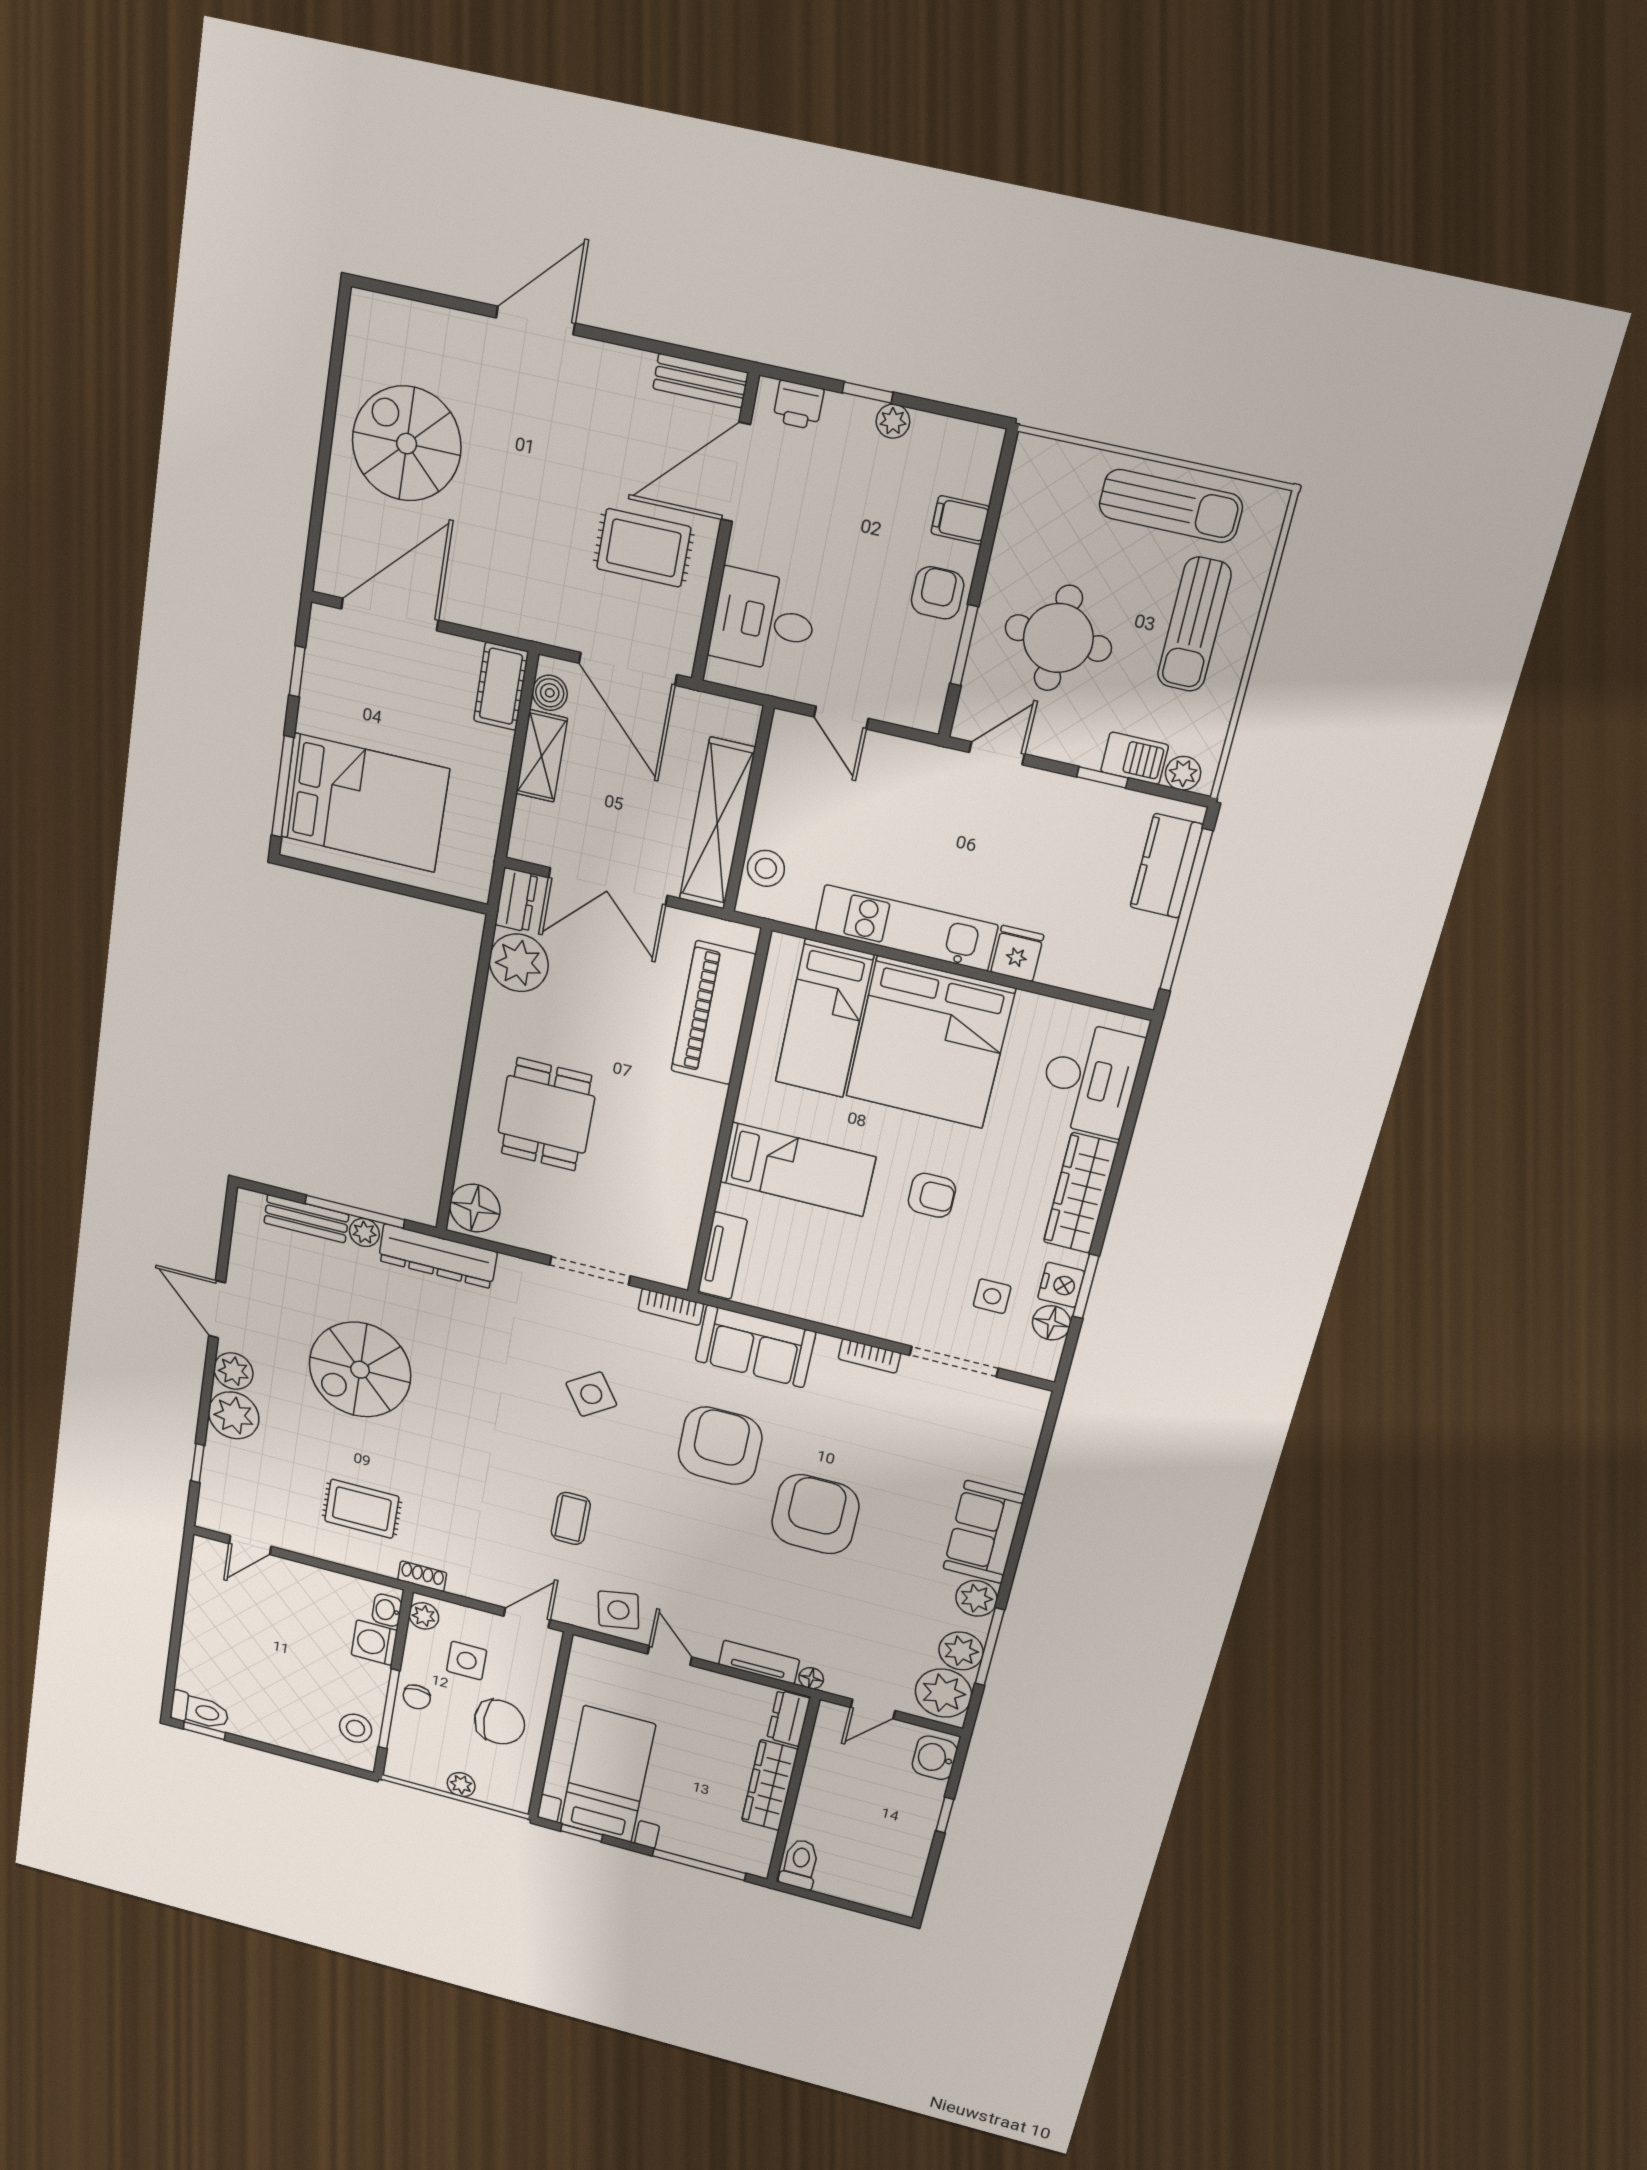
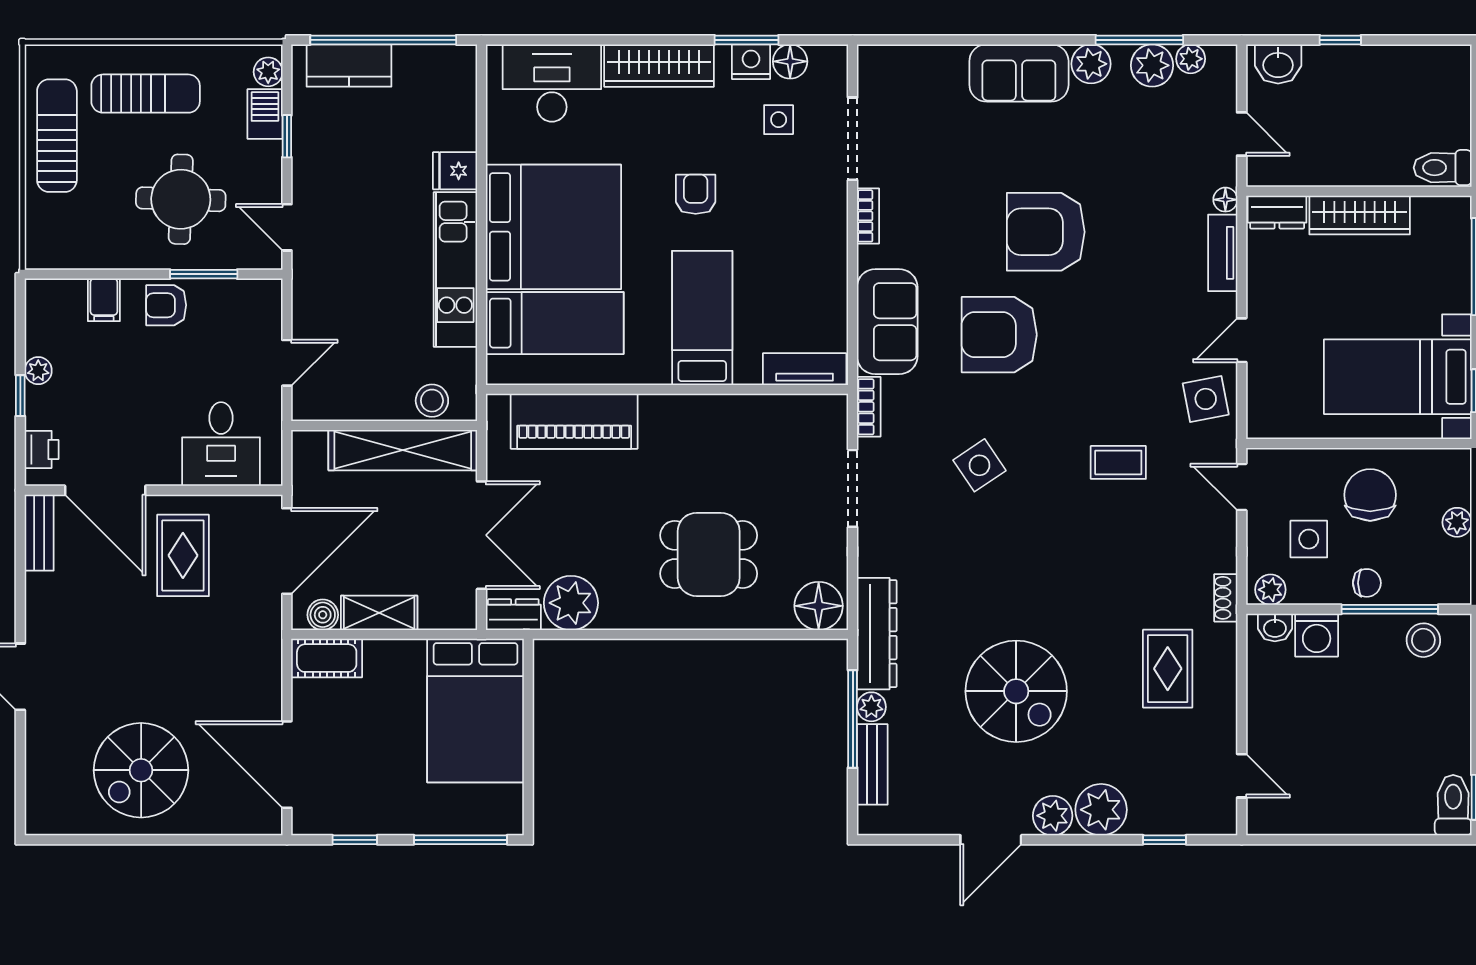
bed: (365, 803) -> (476, 711), moved, turned 180
plant: (943, 1693) -> (1191, 59), width x0.53, depth x0.53

